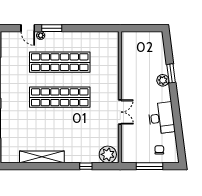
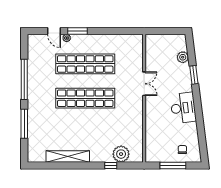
plant: (163, 80) -> (183, 57), moved
double door: (120, 112) -> (144, 84), moved
desk: (161, 118) -> (183, 108), moved
plant: (108, 154) -> (121, 154), moved

